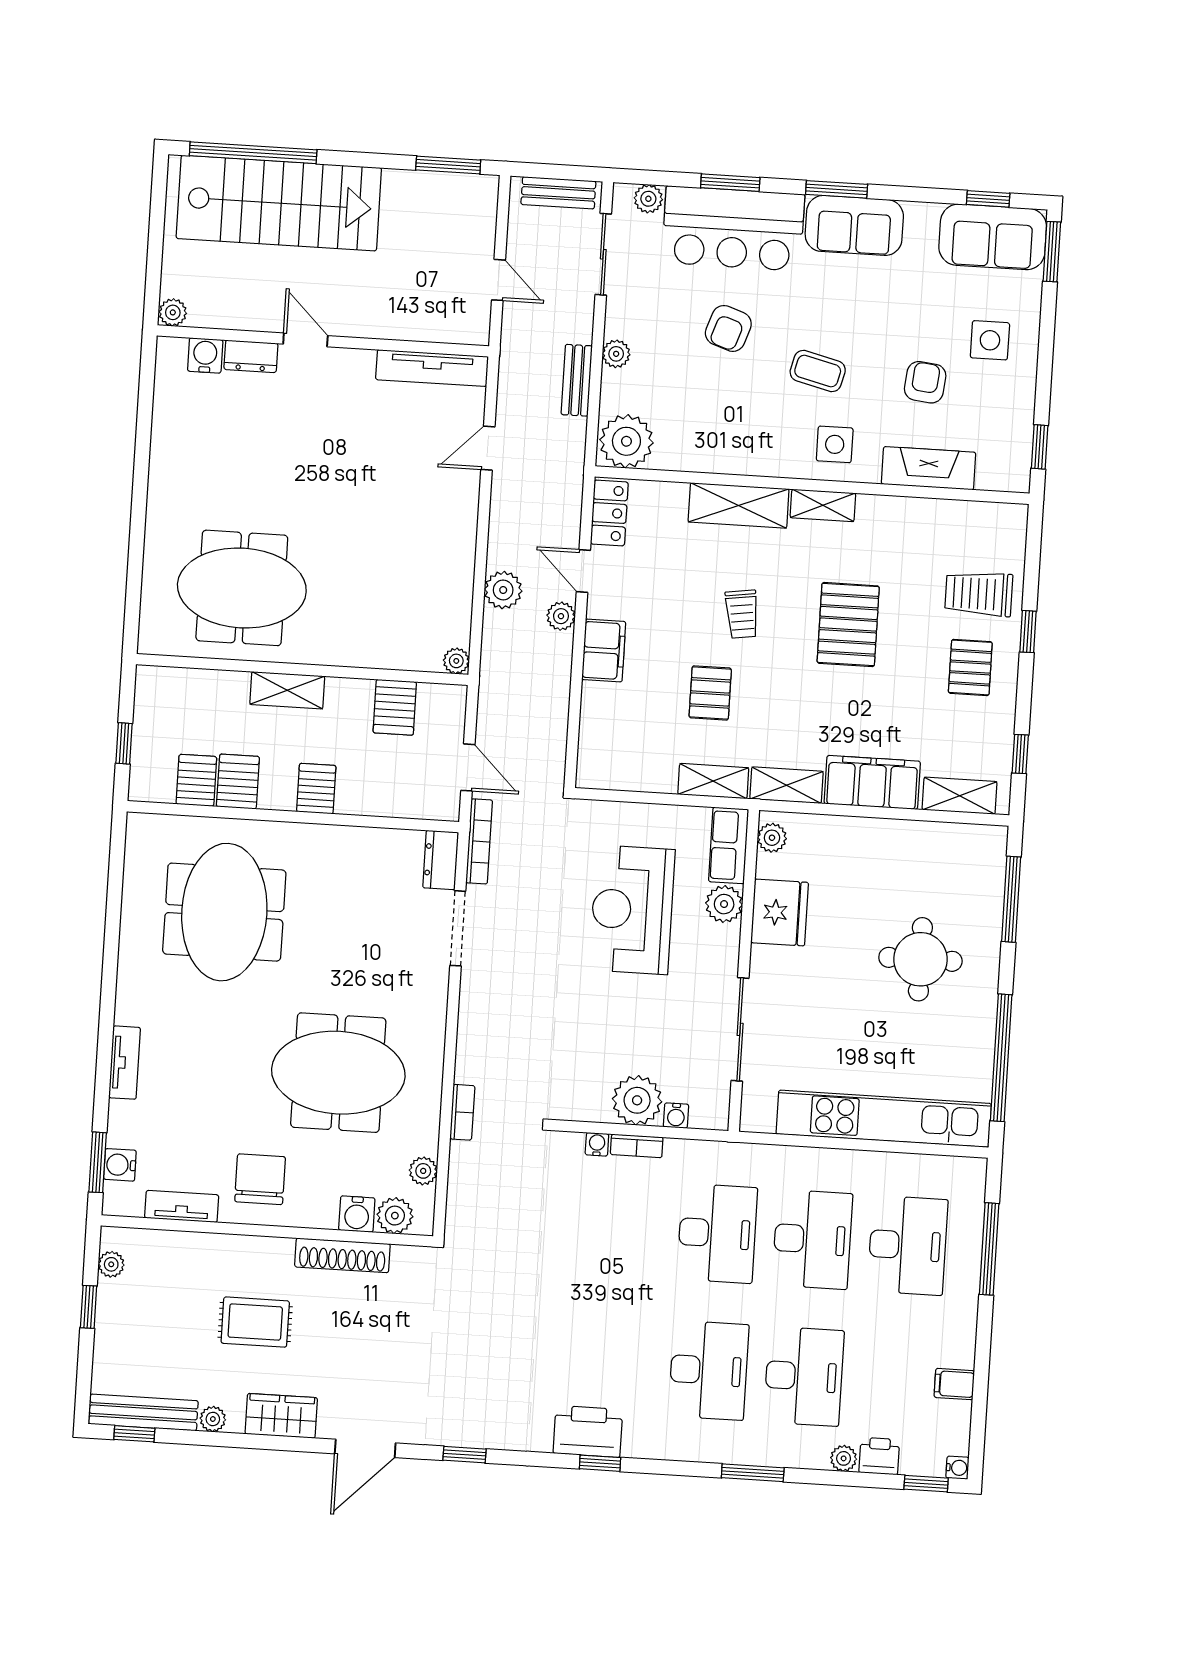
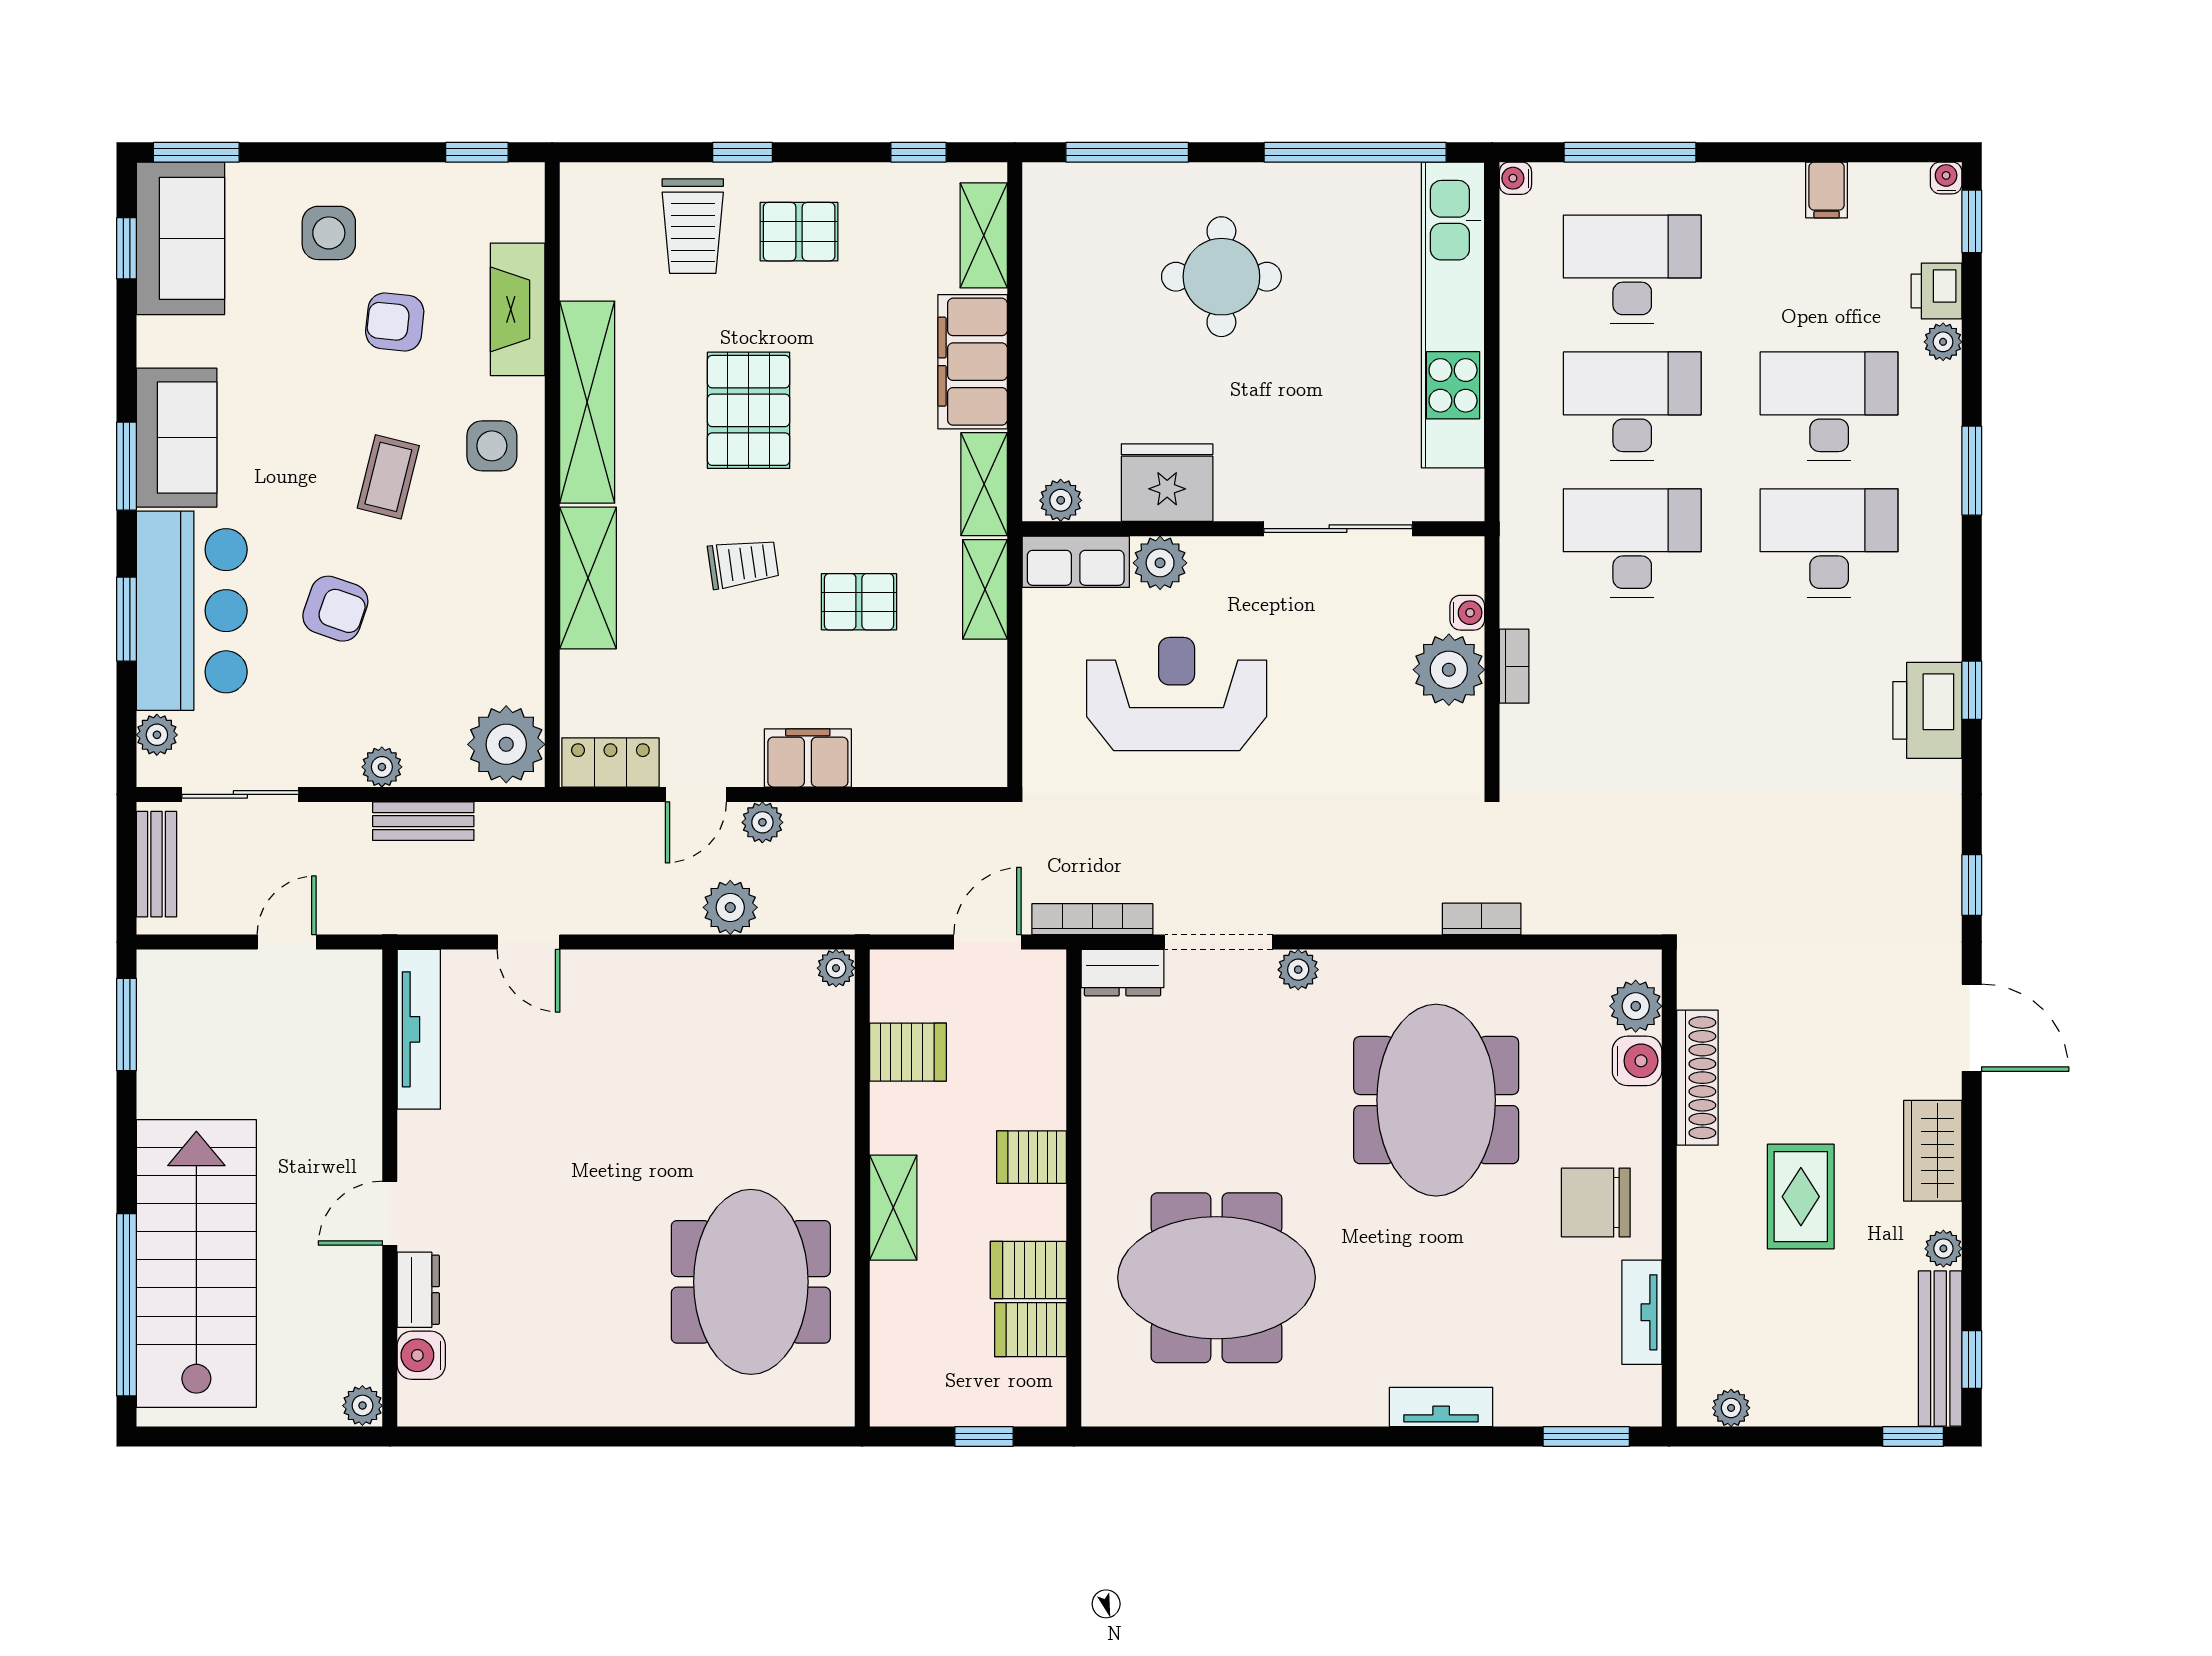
shelving: (823, 505) -> (587, 402), width x2.20, depth x1.33
pallet: (848, 625) -> (749, 410), turned 90
reception desk: (632, 910) -> (1177, 694), turned 180
water cooler: (597, 1144) -> (1515, 178), moved
water cooler: (120, 1165) -> (1588, 1404), removed
plant: (423, 1171) -> (1298, 970), moved
window: (89, 1307) -> (1913, 1437), moved

